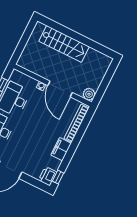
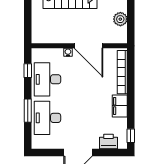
plant: (89, 94) -> (120, 19), moved
printer: (48, 176) -> (108, 142), moved, turned 90

